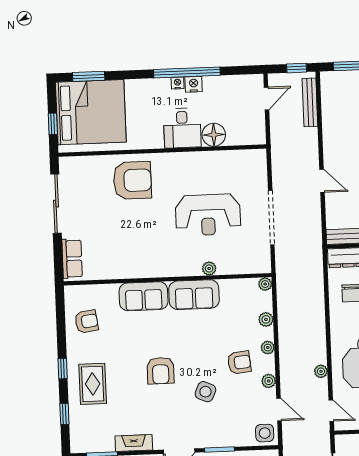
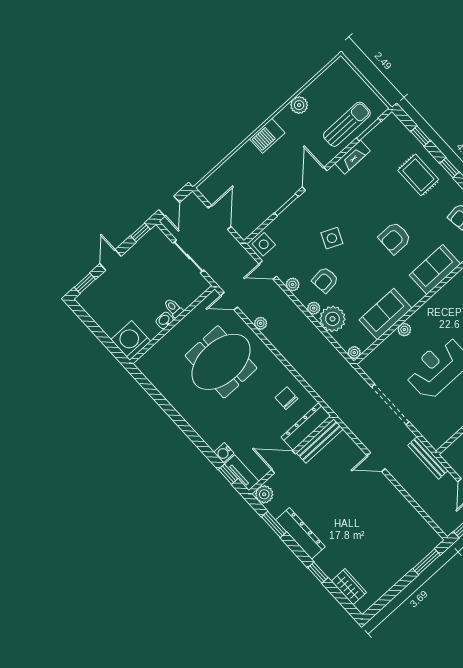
bench: (310, 102) -> (428, 458), moved
sofa: (194, 295) -> (386, 314), moved
plant: (266, 319) -> (332, 319), width x1.87, depth x1.87
armchair: (161, 371) -> (395, 238), moved, turned -90

